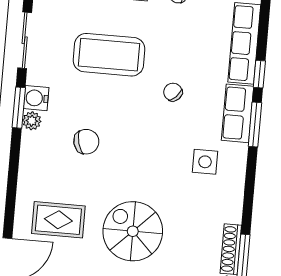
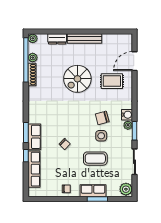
coffee table: (109, 55) -> (95, 159), width x0.73, depth x0.76
water cooler: (36, 98) -> (127, 115), moved
side table: (205, 162) -> (101, 136), moved
spiral stairs: (133, 231) -> (77, 79), turned 90

